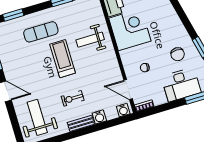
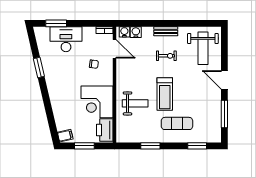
chair: (178, 54) -> (61, 67), removed
water cooler: (99, 117) -> (136, 32), moved

